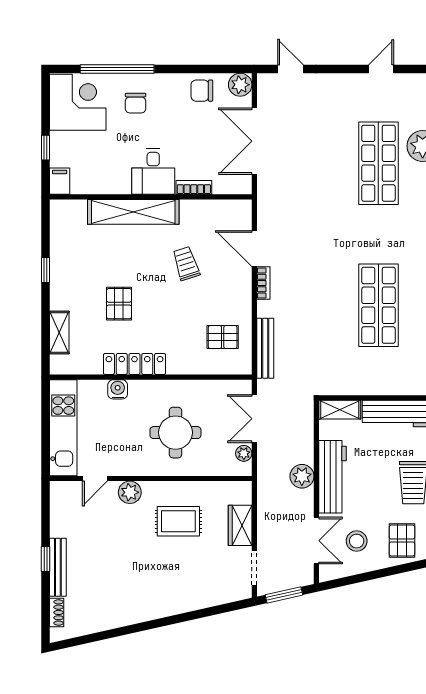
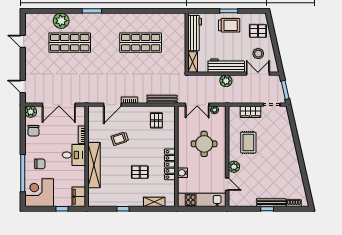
door: (290, 69) -> (23, 87), hinge flipped
filing cabinet: (60, 181) -> (79, 197), width x2.00

